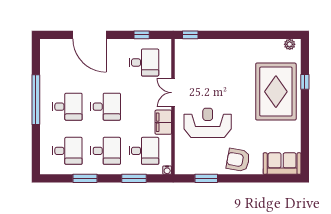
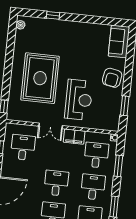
rug: (276, 92) -> (40, 78), moved, turned 90
reception desk: (208, 123) -> (79, 100), turned 180

